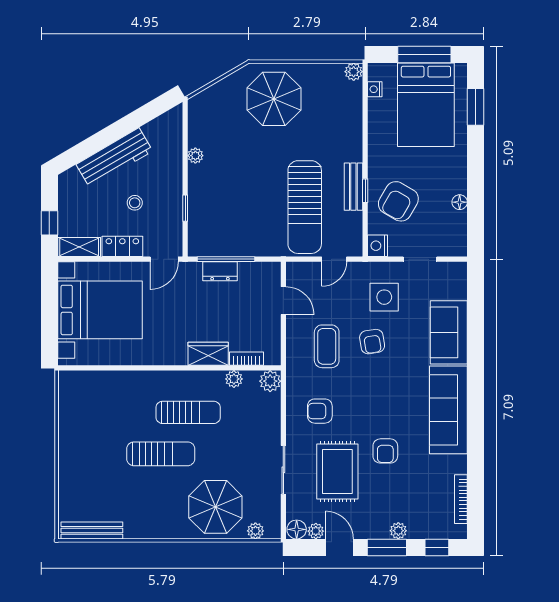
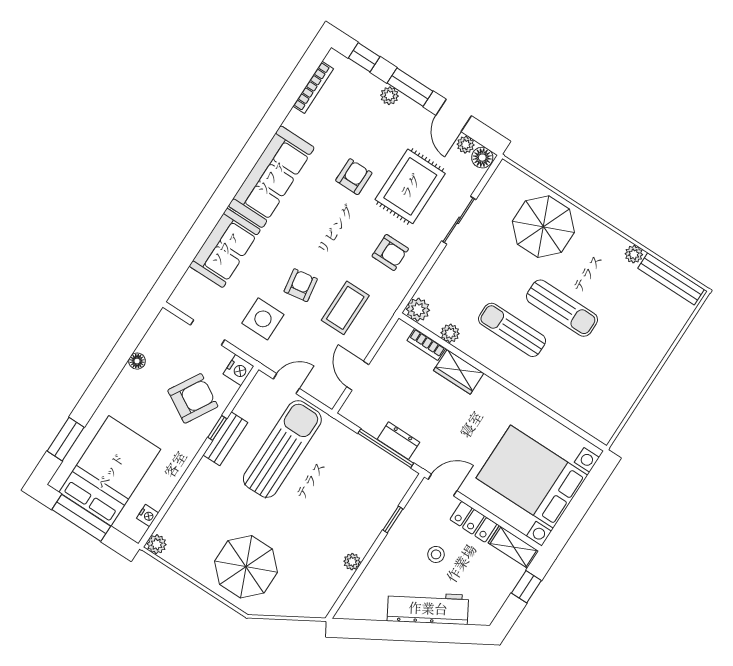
sun lounger: (161, 454) -> (562, 308), turned 180
plant: (255, 531) -> (634, 254), moved

